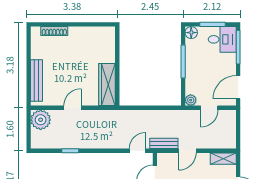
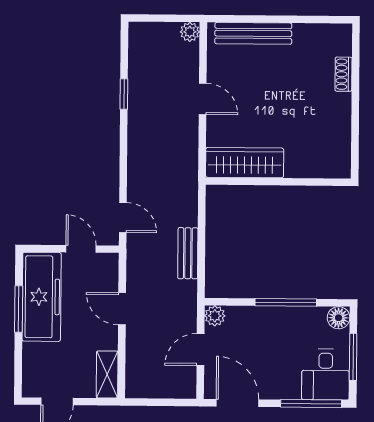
shoe rack: (54, 31) -> (343, 74), width x0.70
door: (209, 108) -> (200, 350), hinge flipped
plant: (41, 120) -> (190, 32), width x0.53, depth x0.53
bench: (164, 143) -> (188, 253), moved

